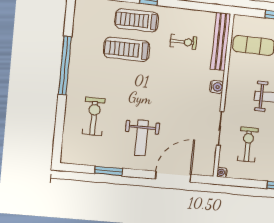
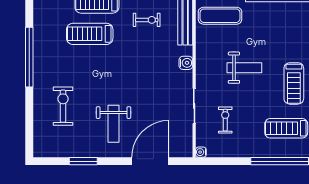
exercise bike: (248, 145) -> (225, 120), width x0.73, depth x0.72

